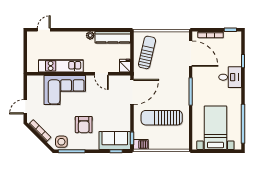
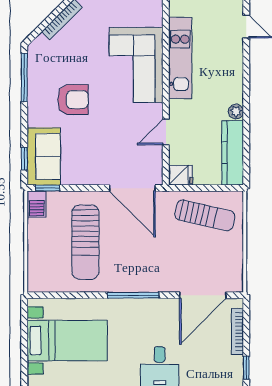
sun lounger: (162, 118) -> (85, 242), turned 180
armchair: (84, 125) -> (73, 100), turned 180
side table: (61, 142) -> (42, 59), removed

